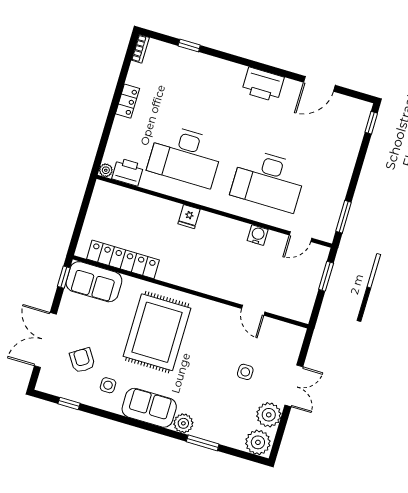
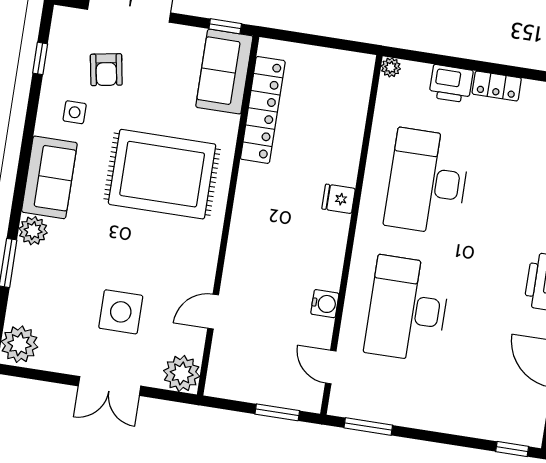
printer: (128, 172) -> (451, 84), moved, turned 90
armchair: (82, 360) -> (106, 70), turned 113
side table: (245, 372) -> (121, 312), width x1.87, depth x1.87
plant: (269, 415) -> (182, 373), moved

